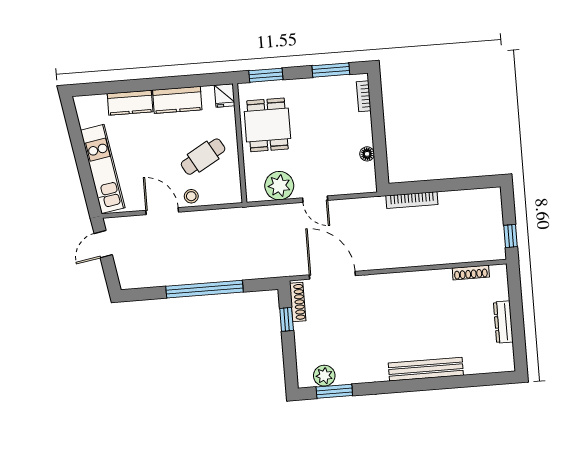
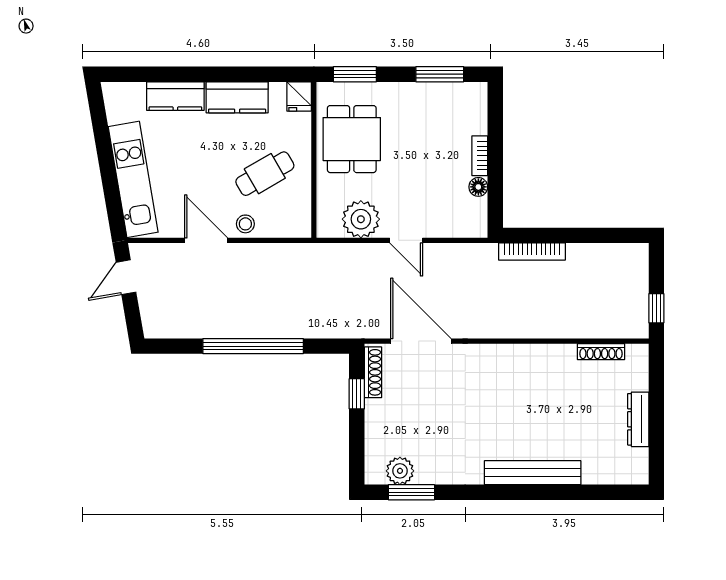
bookcase: (364, 96) -> (480, 156), moved

